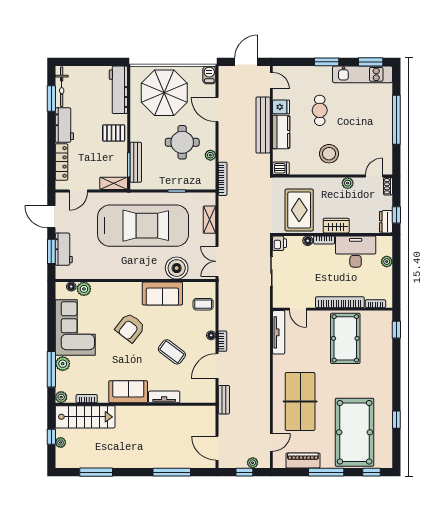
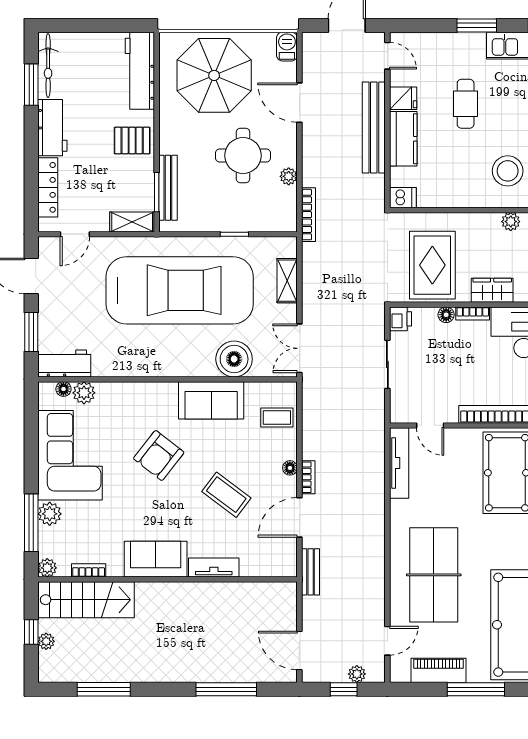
stool: (329, 154) -> (508, 171), moved
workbench: (64, 249) -> (64, 364), moved, turned -90

